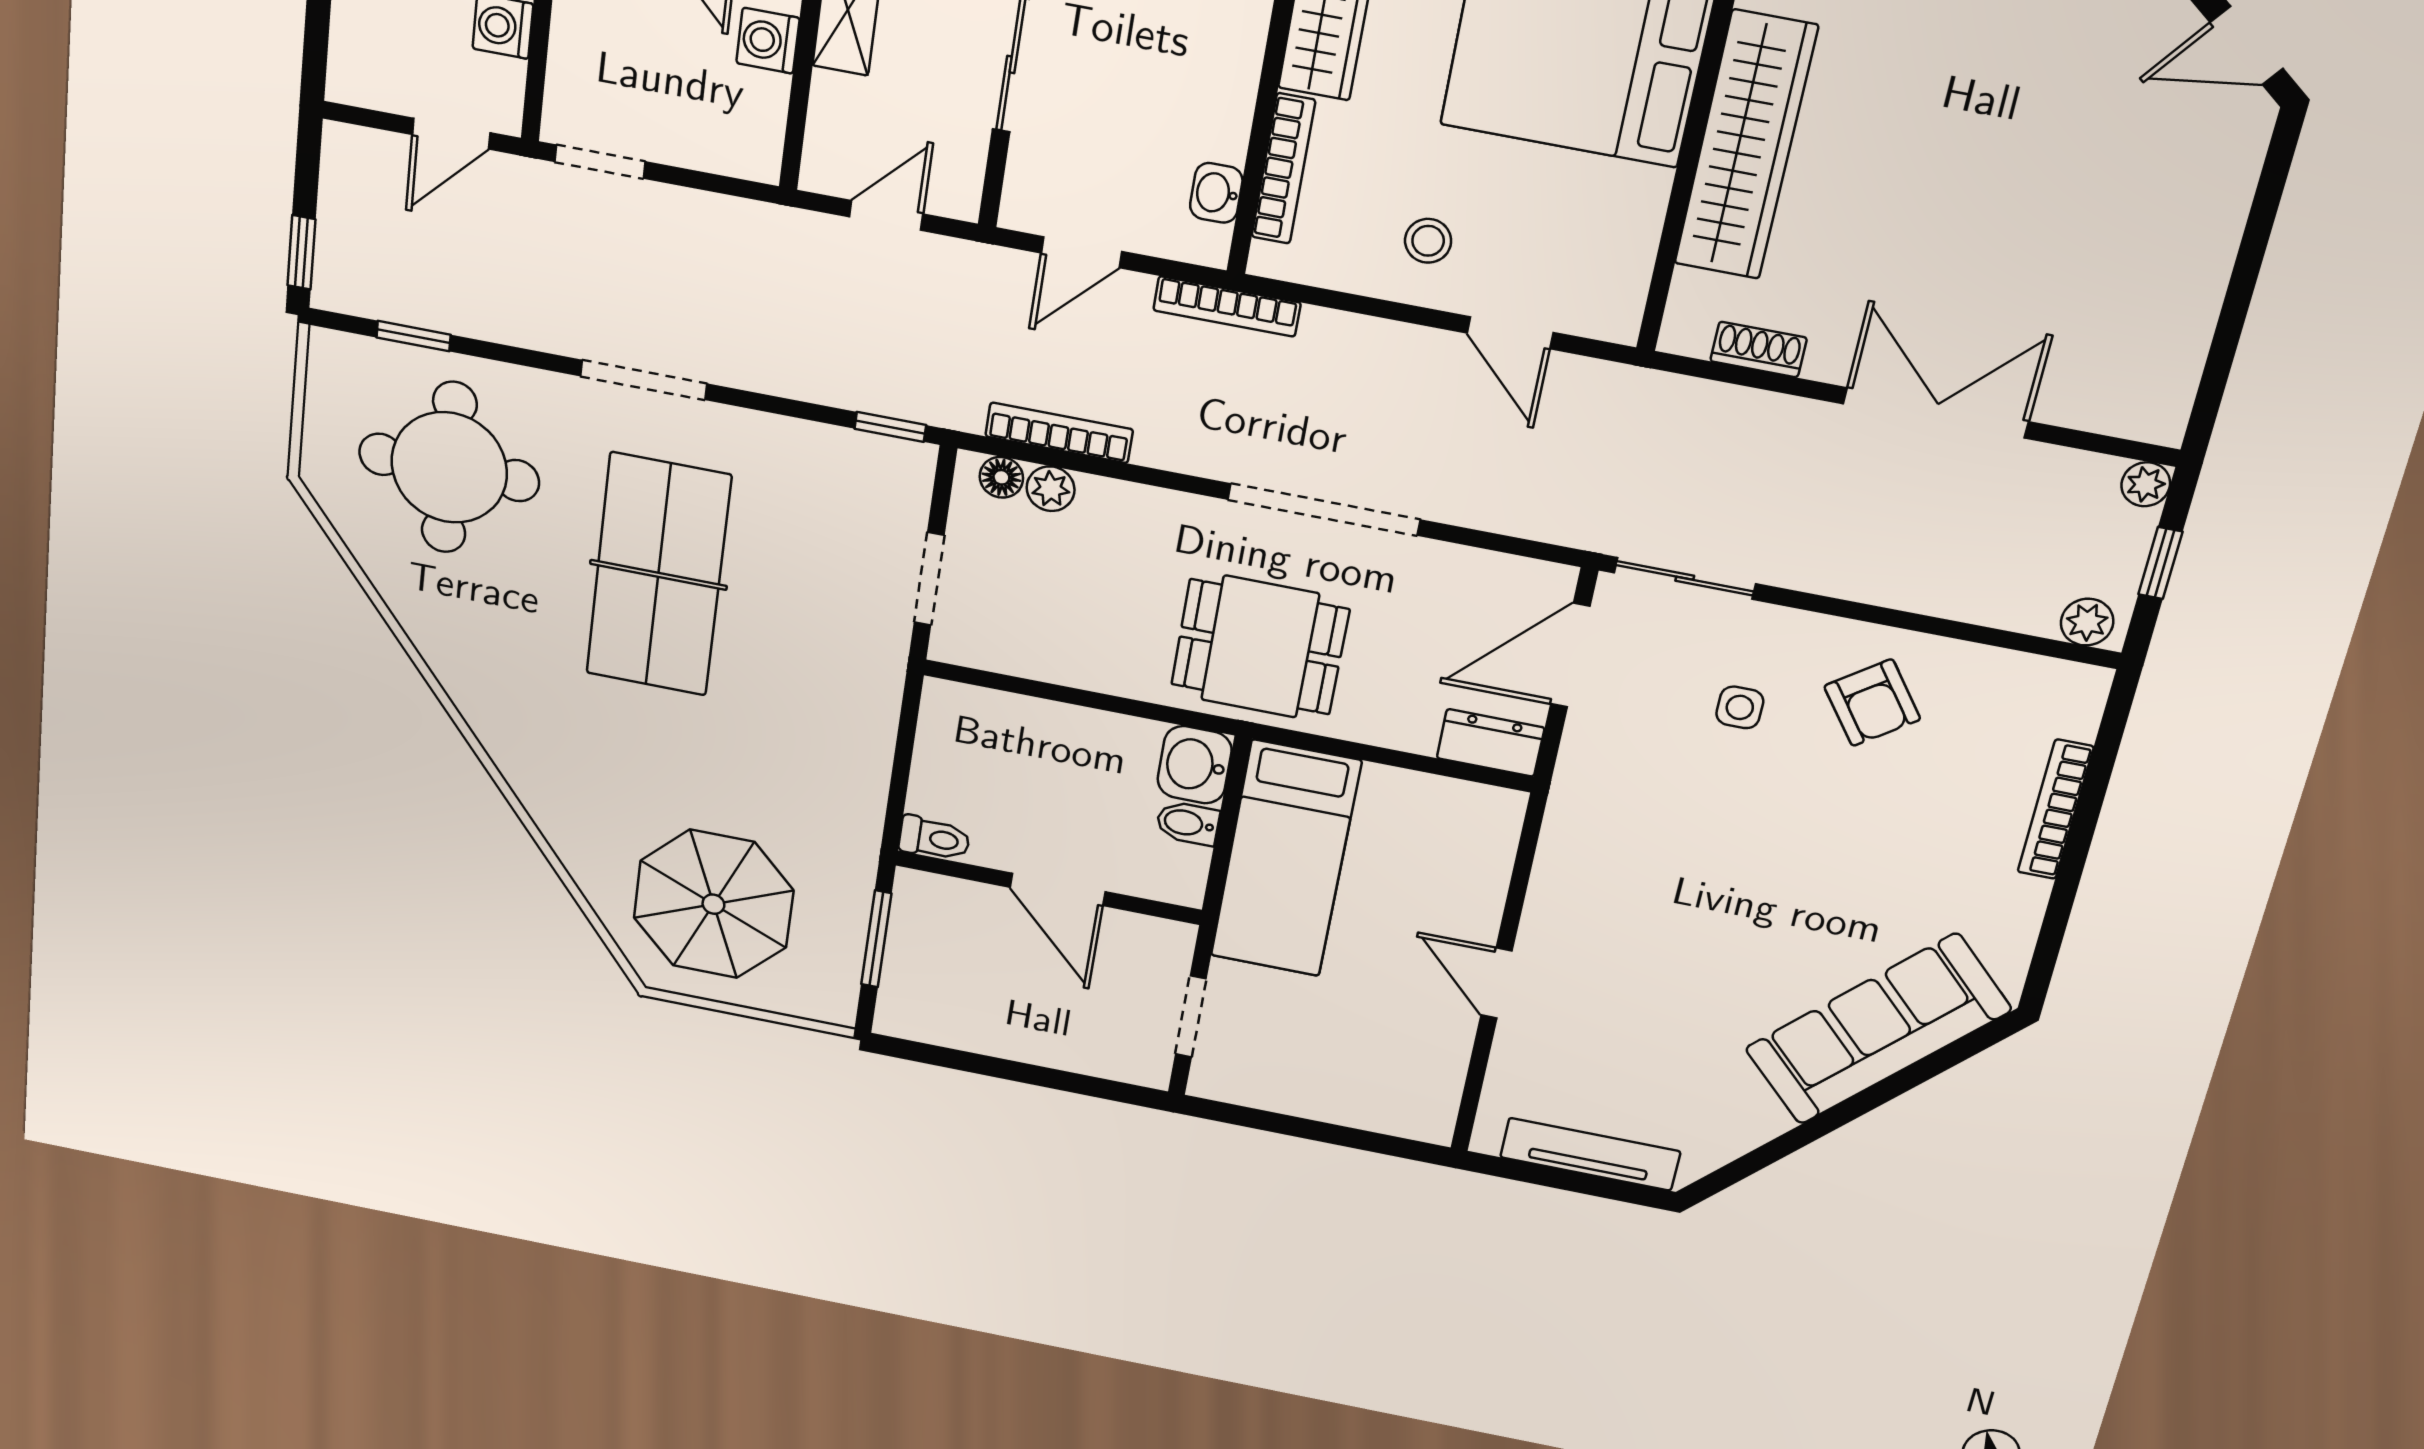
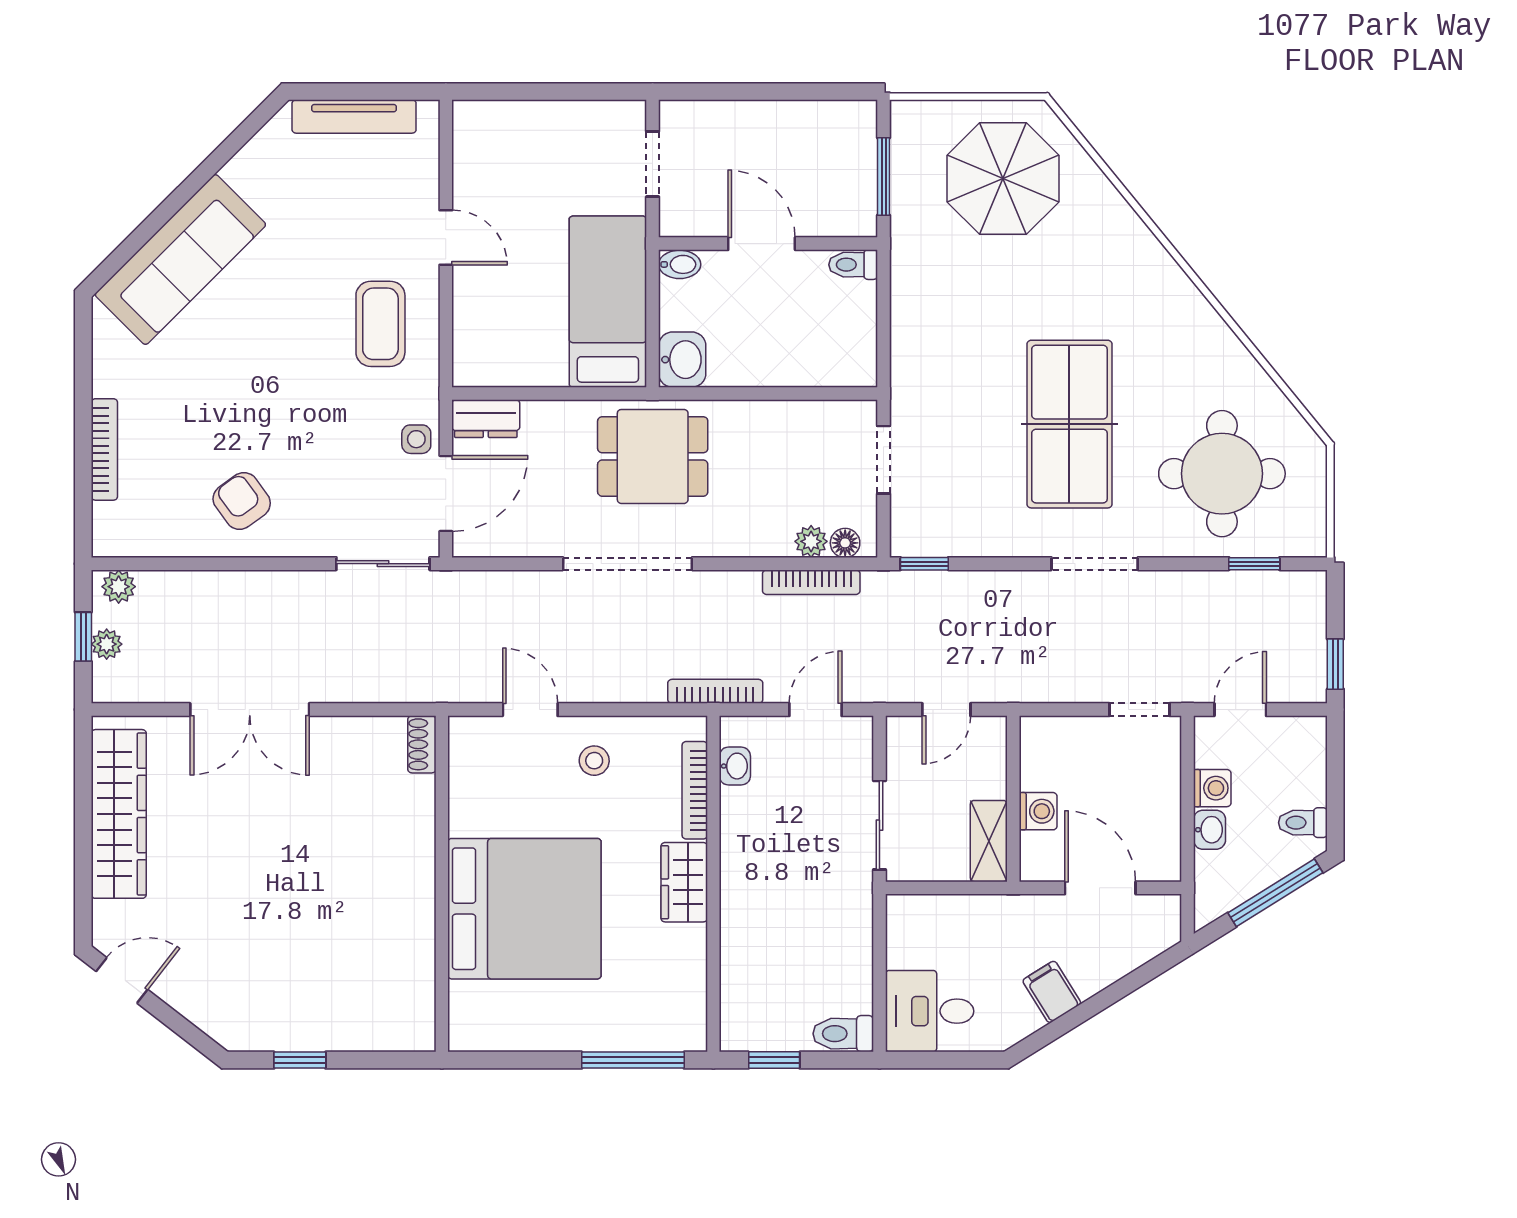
wardrobe: (1746, 146) -> (119, 814), moved, turned 180
window: (301, 252) -> (1335, 664), moved
shoe rack: (1759, 349) -> (422, 744), moved, turned 90
plant: (2146, 484) -> (107, 644), moved
side table: (1740, 707) -> (416, 439), moved
bidet: (1188, 823) -> (680, 264), moved
coffee table: (1614, 894) -> (380, 324), added

